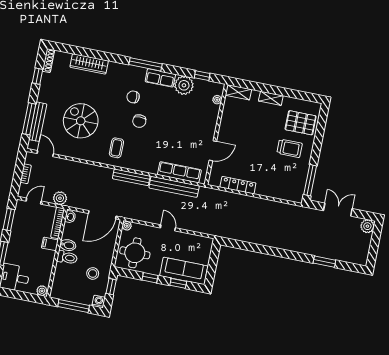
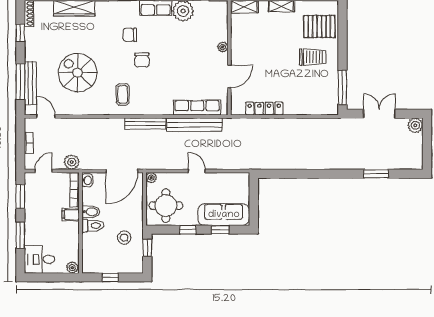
plant: (217, 100) -> (223, 47), moved
washing machine: (99, 302) -> (137, 267), removed
window: (74, 306) -> (110, 277), width x0.46

